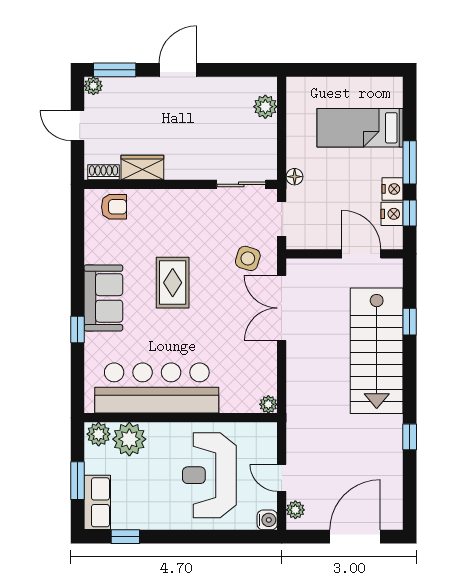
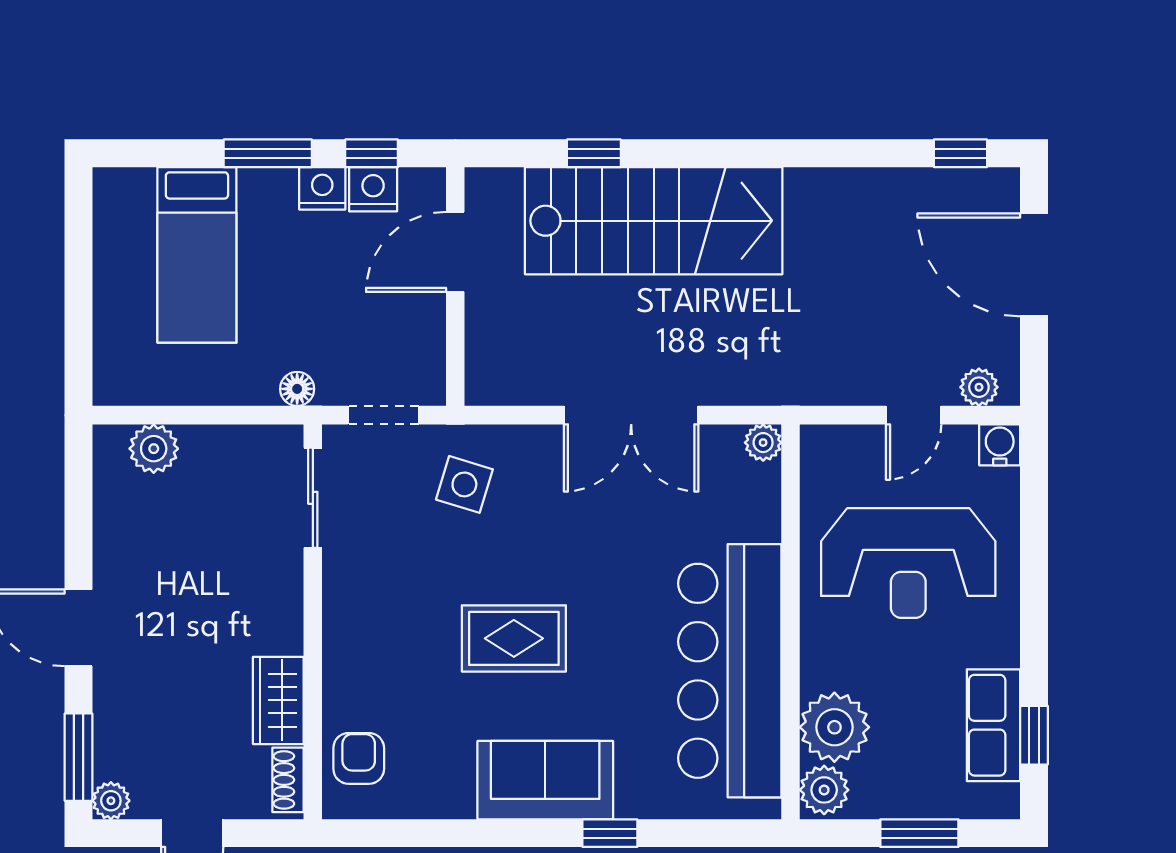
double door: (282, 308) -> (631, 415), moved
window: (410, 437) -> (960, 153), moved
row of seats: (97, 502) -> (994, 725), moved, turned -90

